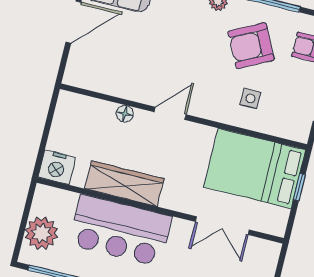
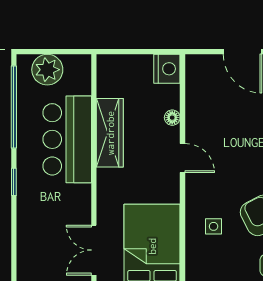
nightstand: (57, 167) -> (167, 69), moved, turned 180
double door: (222, 226) -> (94, 250), moved

